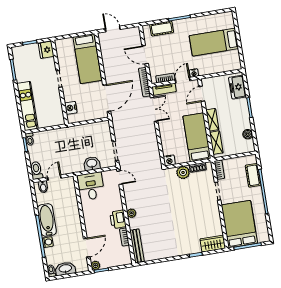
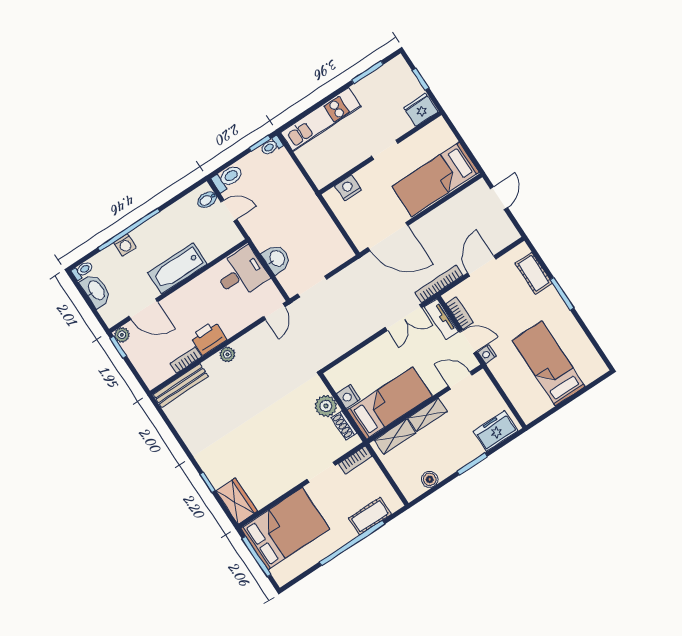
nightstand: (169, 160) -> (348, 396), moved
bathtub: (47, 220) -> (177, 268), moved, turned 180

